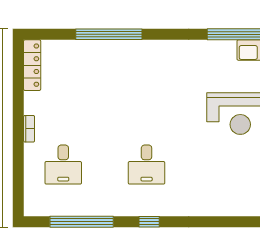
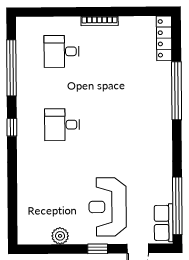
locker: (32, 65) -> (164, 38), moved, turned 90
bookcase: (29, 129) -> (100, 21), width x1.56

